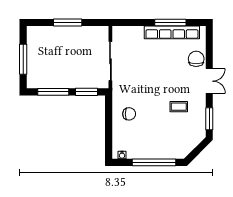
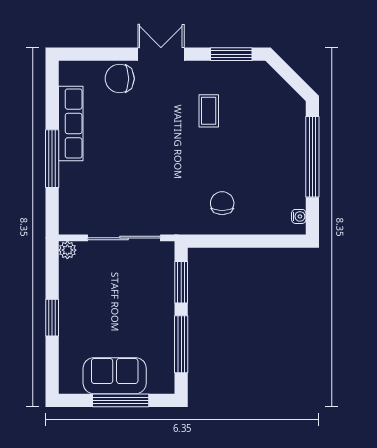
window: (68, 22) -> (52, 318), width x0.69
window: (170, 22) -> (52, 159), moved
plant: (104, 31) -> (67, 250), added
row of seats: (172, 32) -> (71, 124), width x0.73
sofa: (36, 56) -> (115, 376), added

